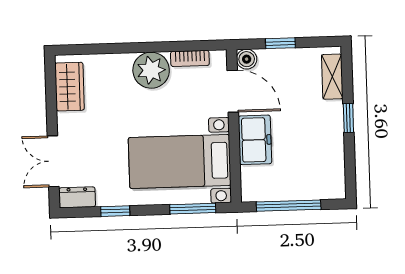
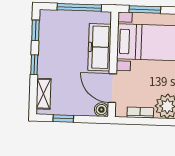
window: (280, 43) -> (63, 119), moved
freezer: (255, 140) -> (100, 47), width x1.40
window: (350, 168) -> (35, 30), added

